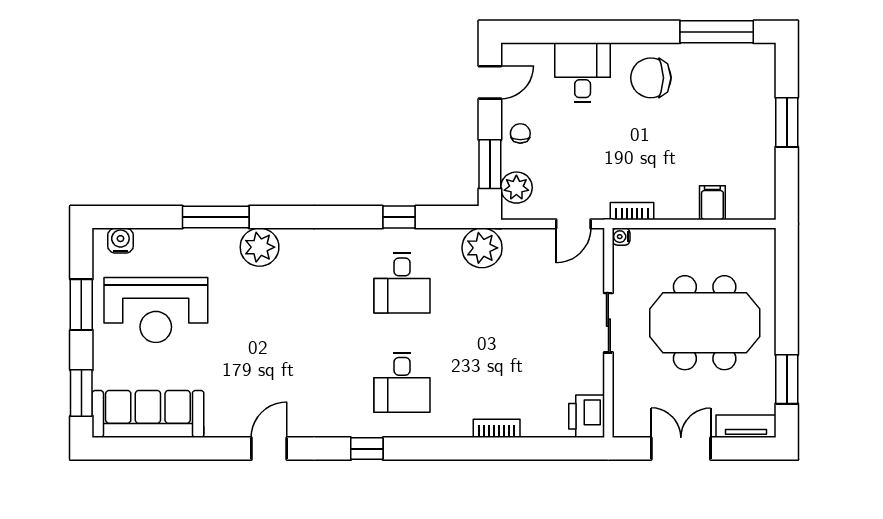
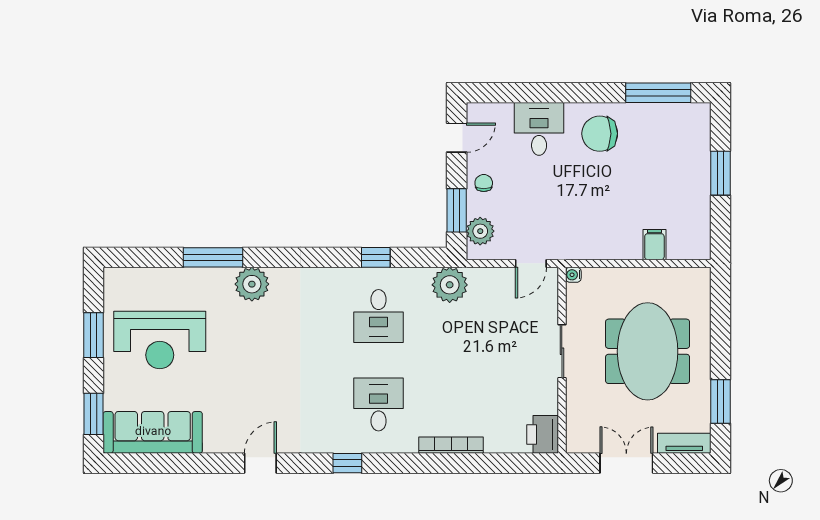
bookcase: (632, 211) -> (583, 252), removed
water cooler: (120, 241) -> (128, 278), removed
meeting table: (705, 323) -> (648, 351), turned 90
desk: (402, 382) -> (379, 404), turned 180
bookcase: (497, 428) -> (451, 445), width x1.56

